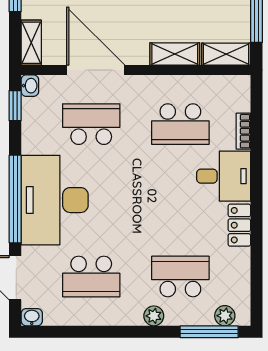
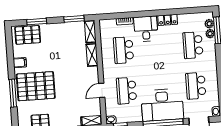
door: (96, 70) -> (102, 90), width x0.53
school desk: (180, 124) -> (124, 50), turned 180
school desk: (91, 276) -> (196, 86), turned 180
plant: (154, 316) -> (210, 34), moved

